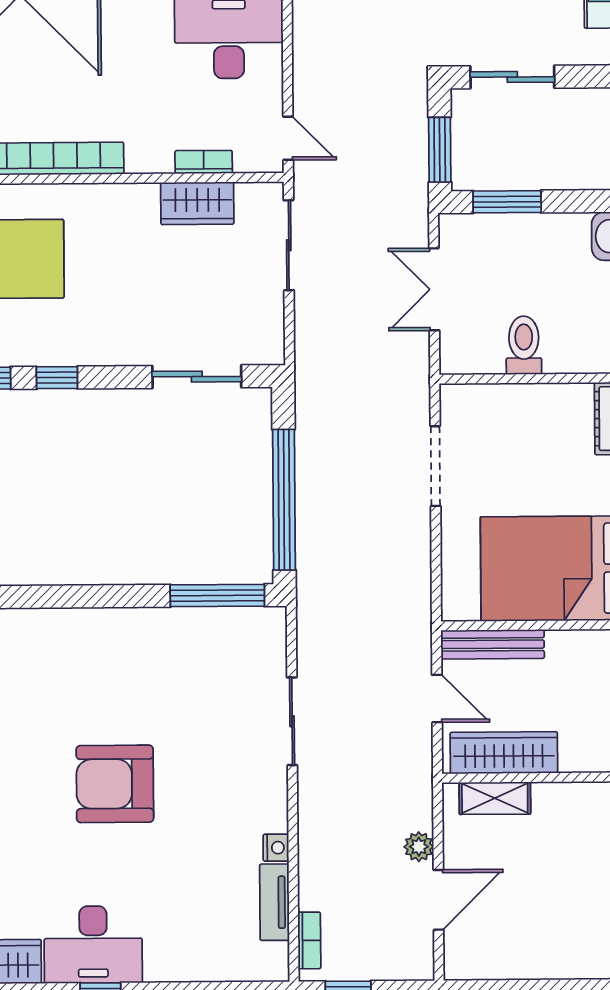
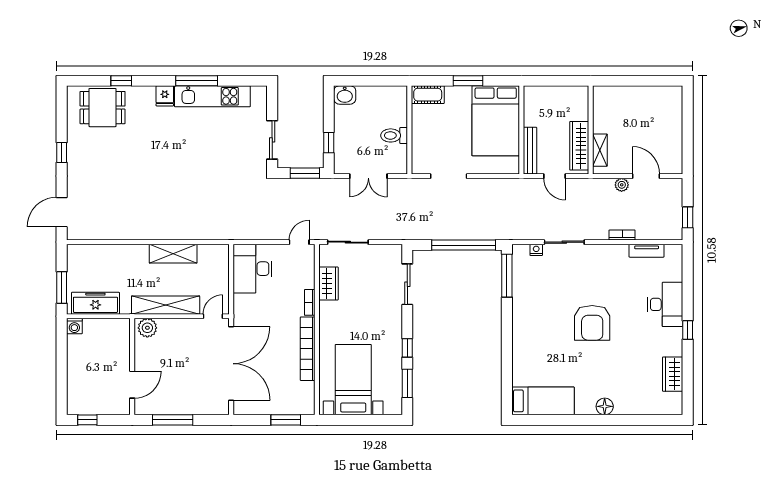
bookcase: (204, 162) -> (310, 302), moved
window: (507, 202) -> (329, 143), width x0.67
door: (437, 699) -> (554, 176), swing flipped
nightstand: (276, 848) -> (536, 250), moved
bookcase: (309, 940) -> (622, 235), moved
desk: (93, 945) -> (665, 304), moved

